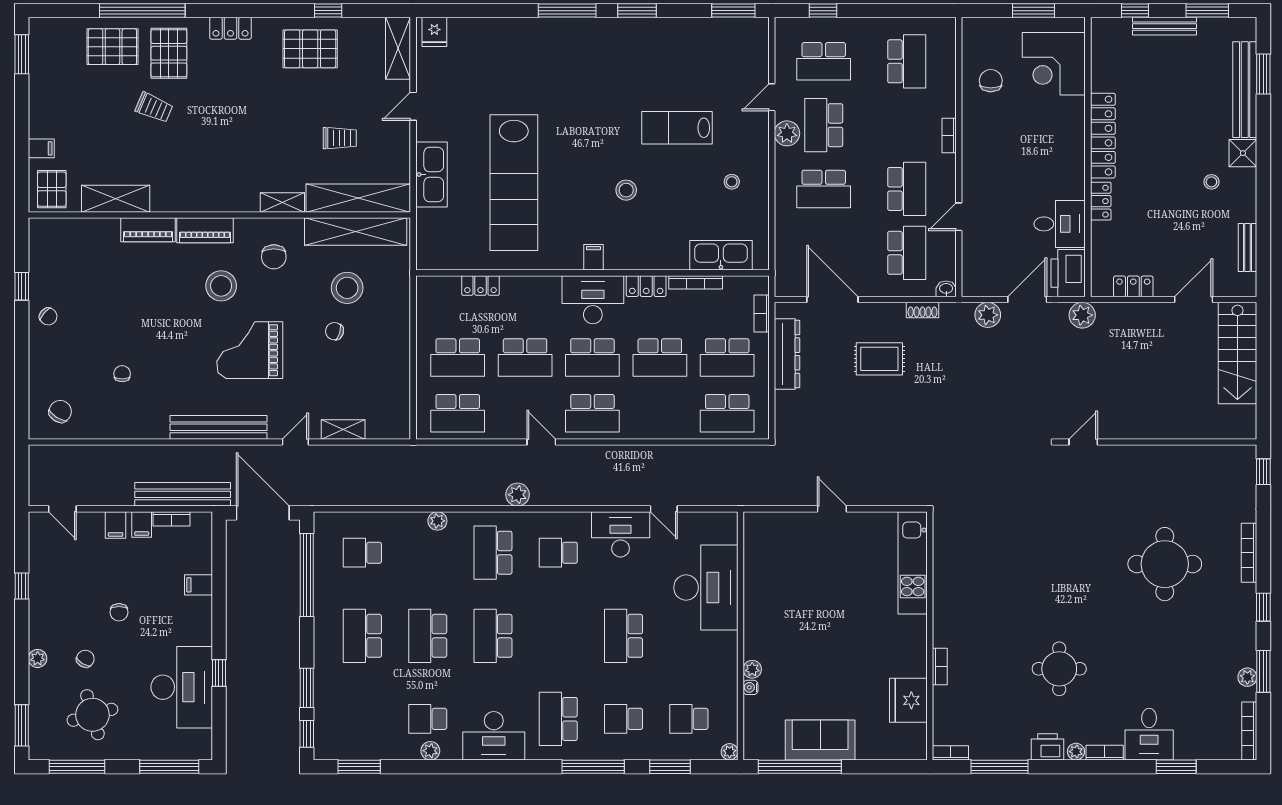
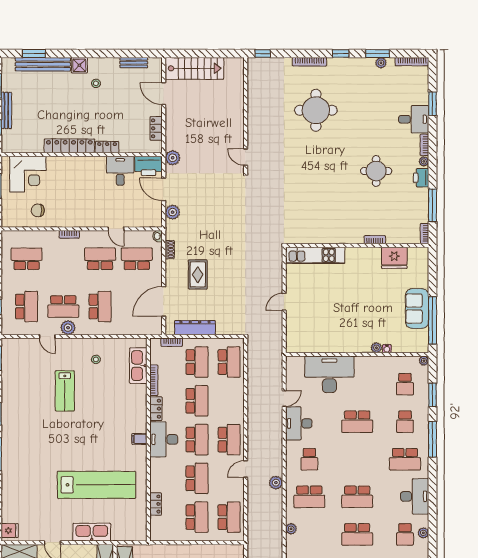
stool: (626, 190) -> (101, 420), removed

